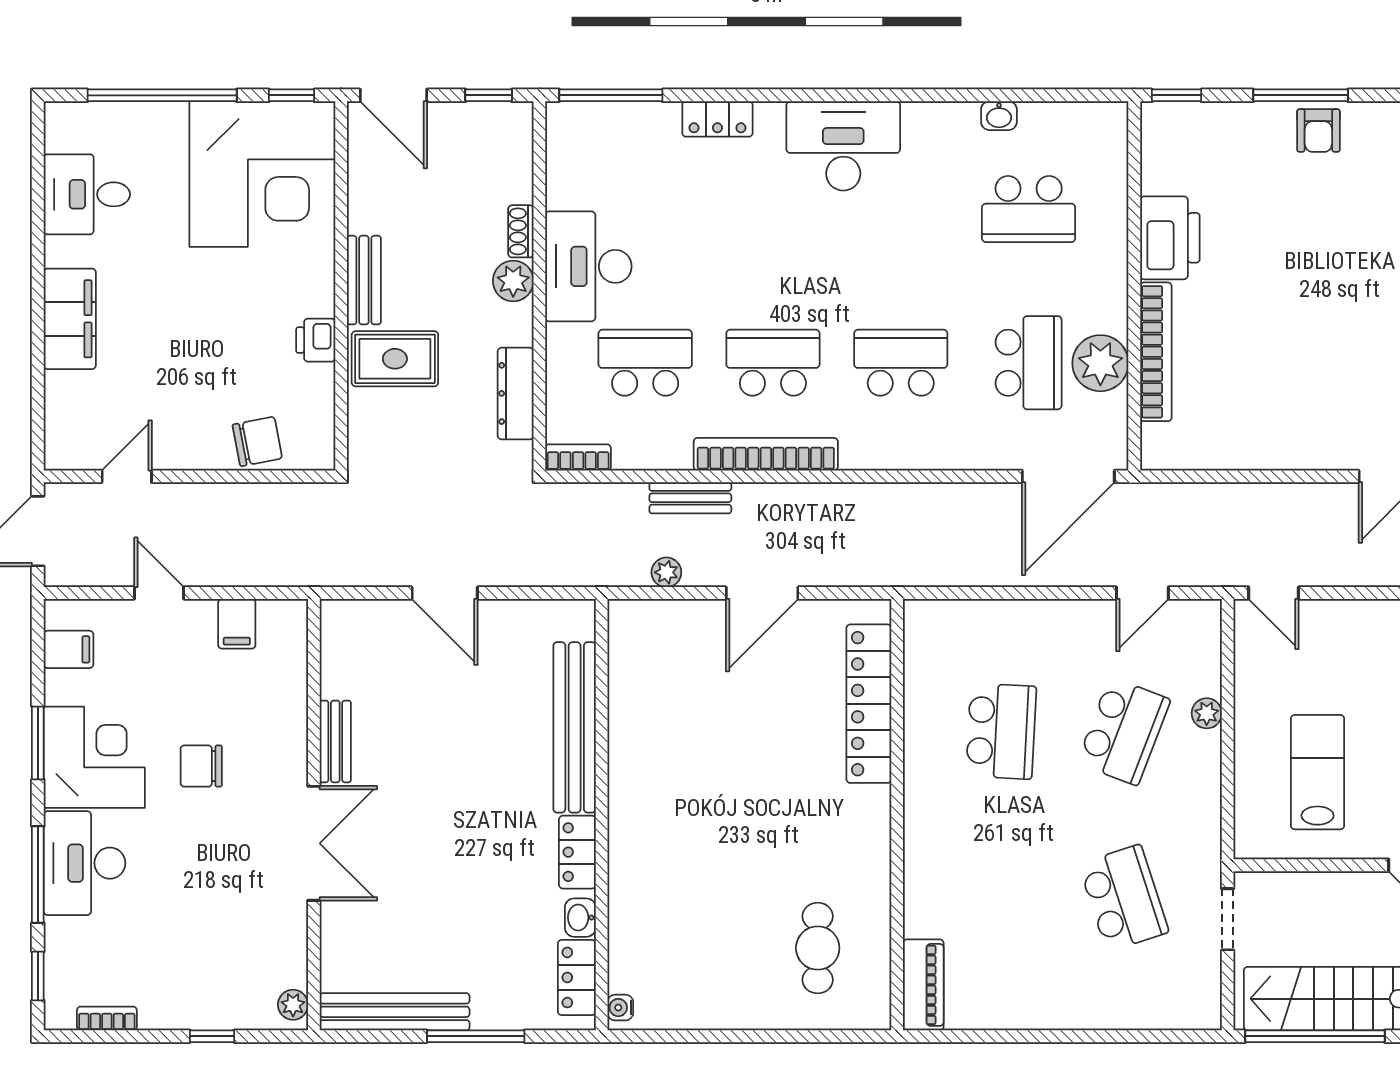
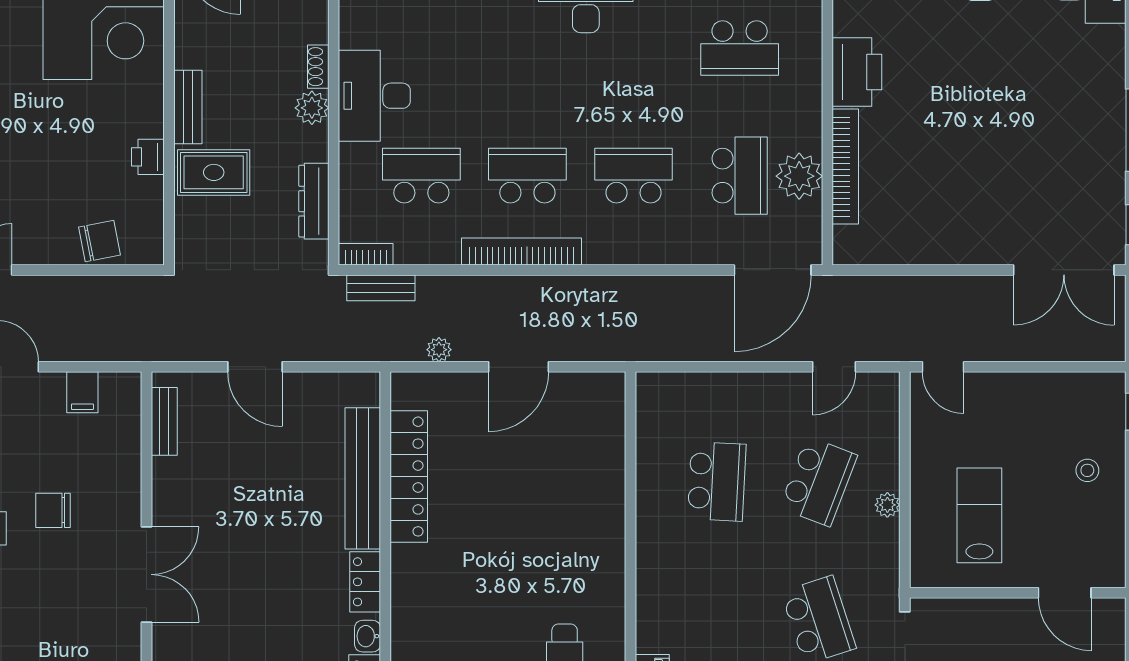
bench: (690, 498) -> (381, 288), moved
locker: (869, 704) -> (409, 477), moved, turned 180
plant: (1207, 713) -> (887, 505), moved
bench: (335, 741) -> (164, 421), moved

